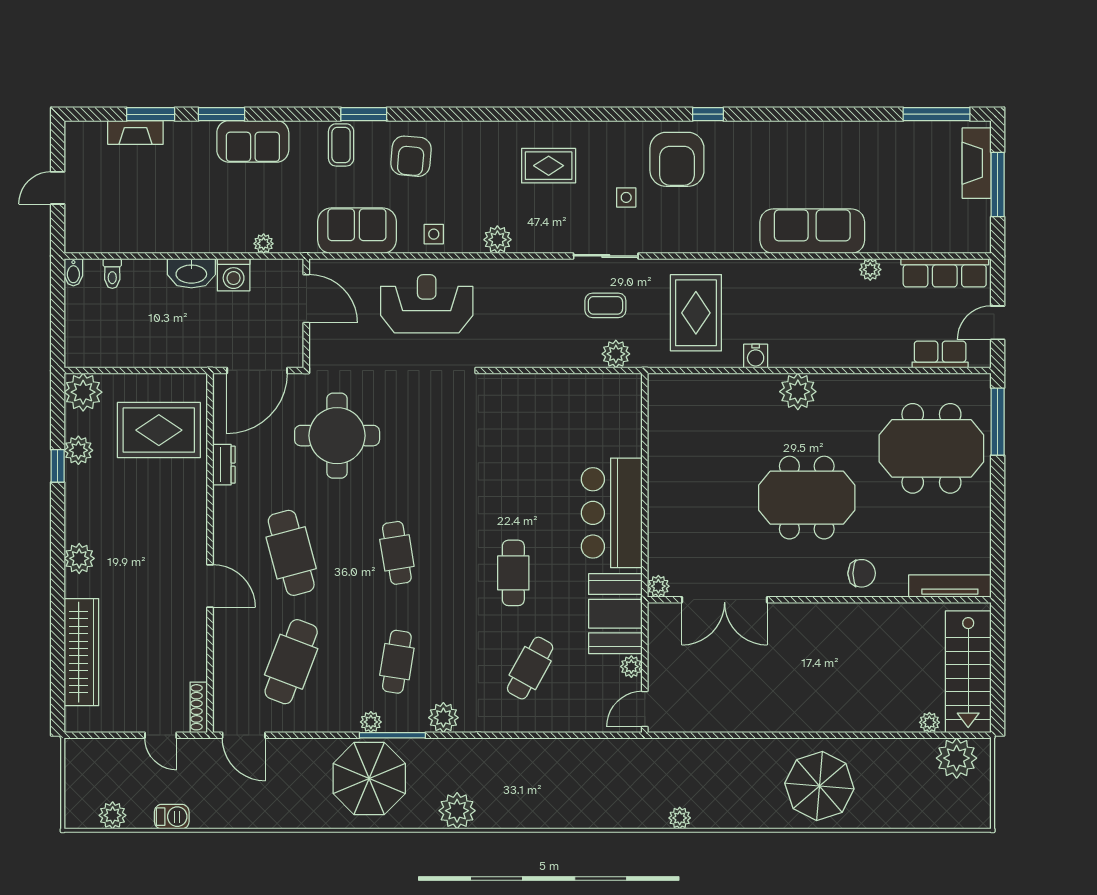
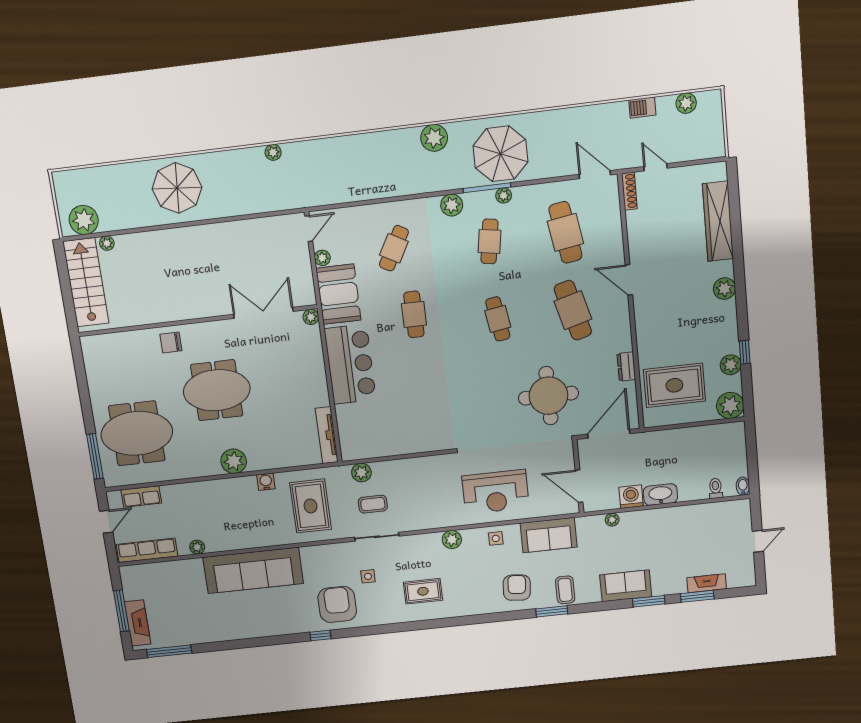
sofa: (812, 231) -> (253, 570), width x1.36, depth x1.27
tv unit: (950, 586) -> (327, 435), moved, turned 90
cafe table: (291, 662) -> (565, 232), turned -30

